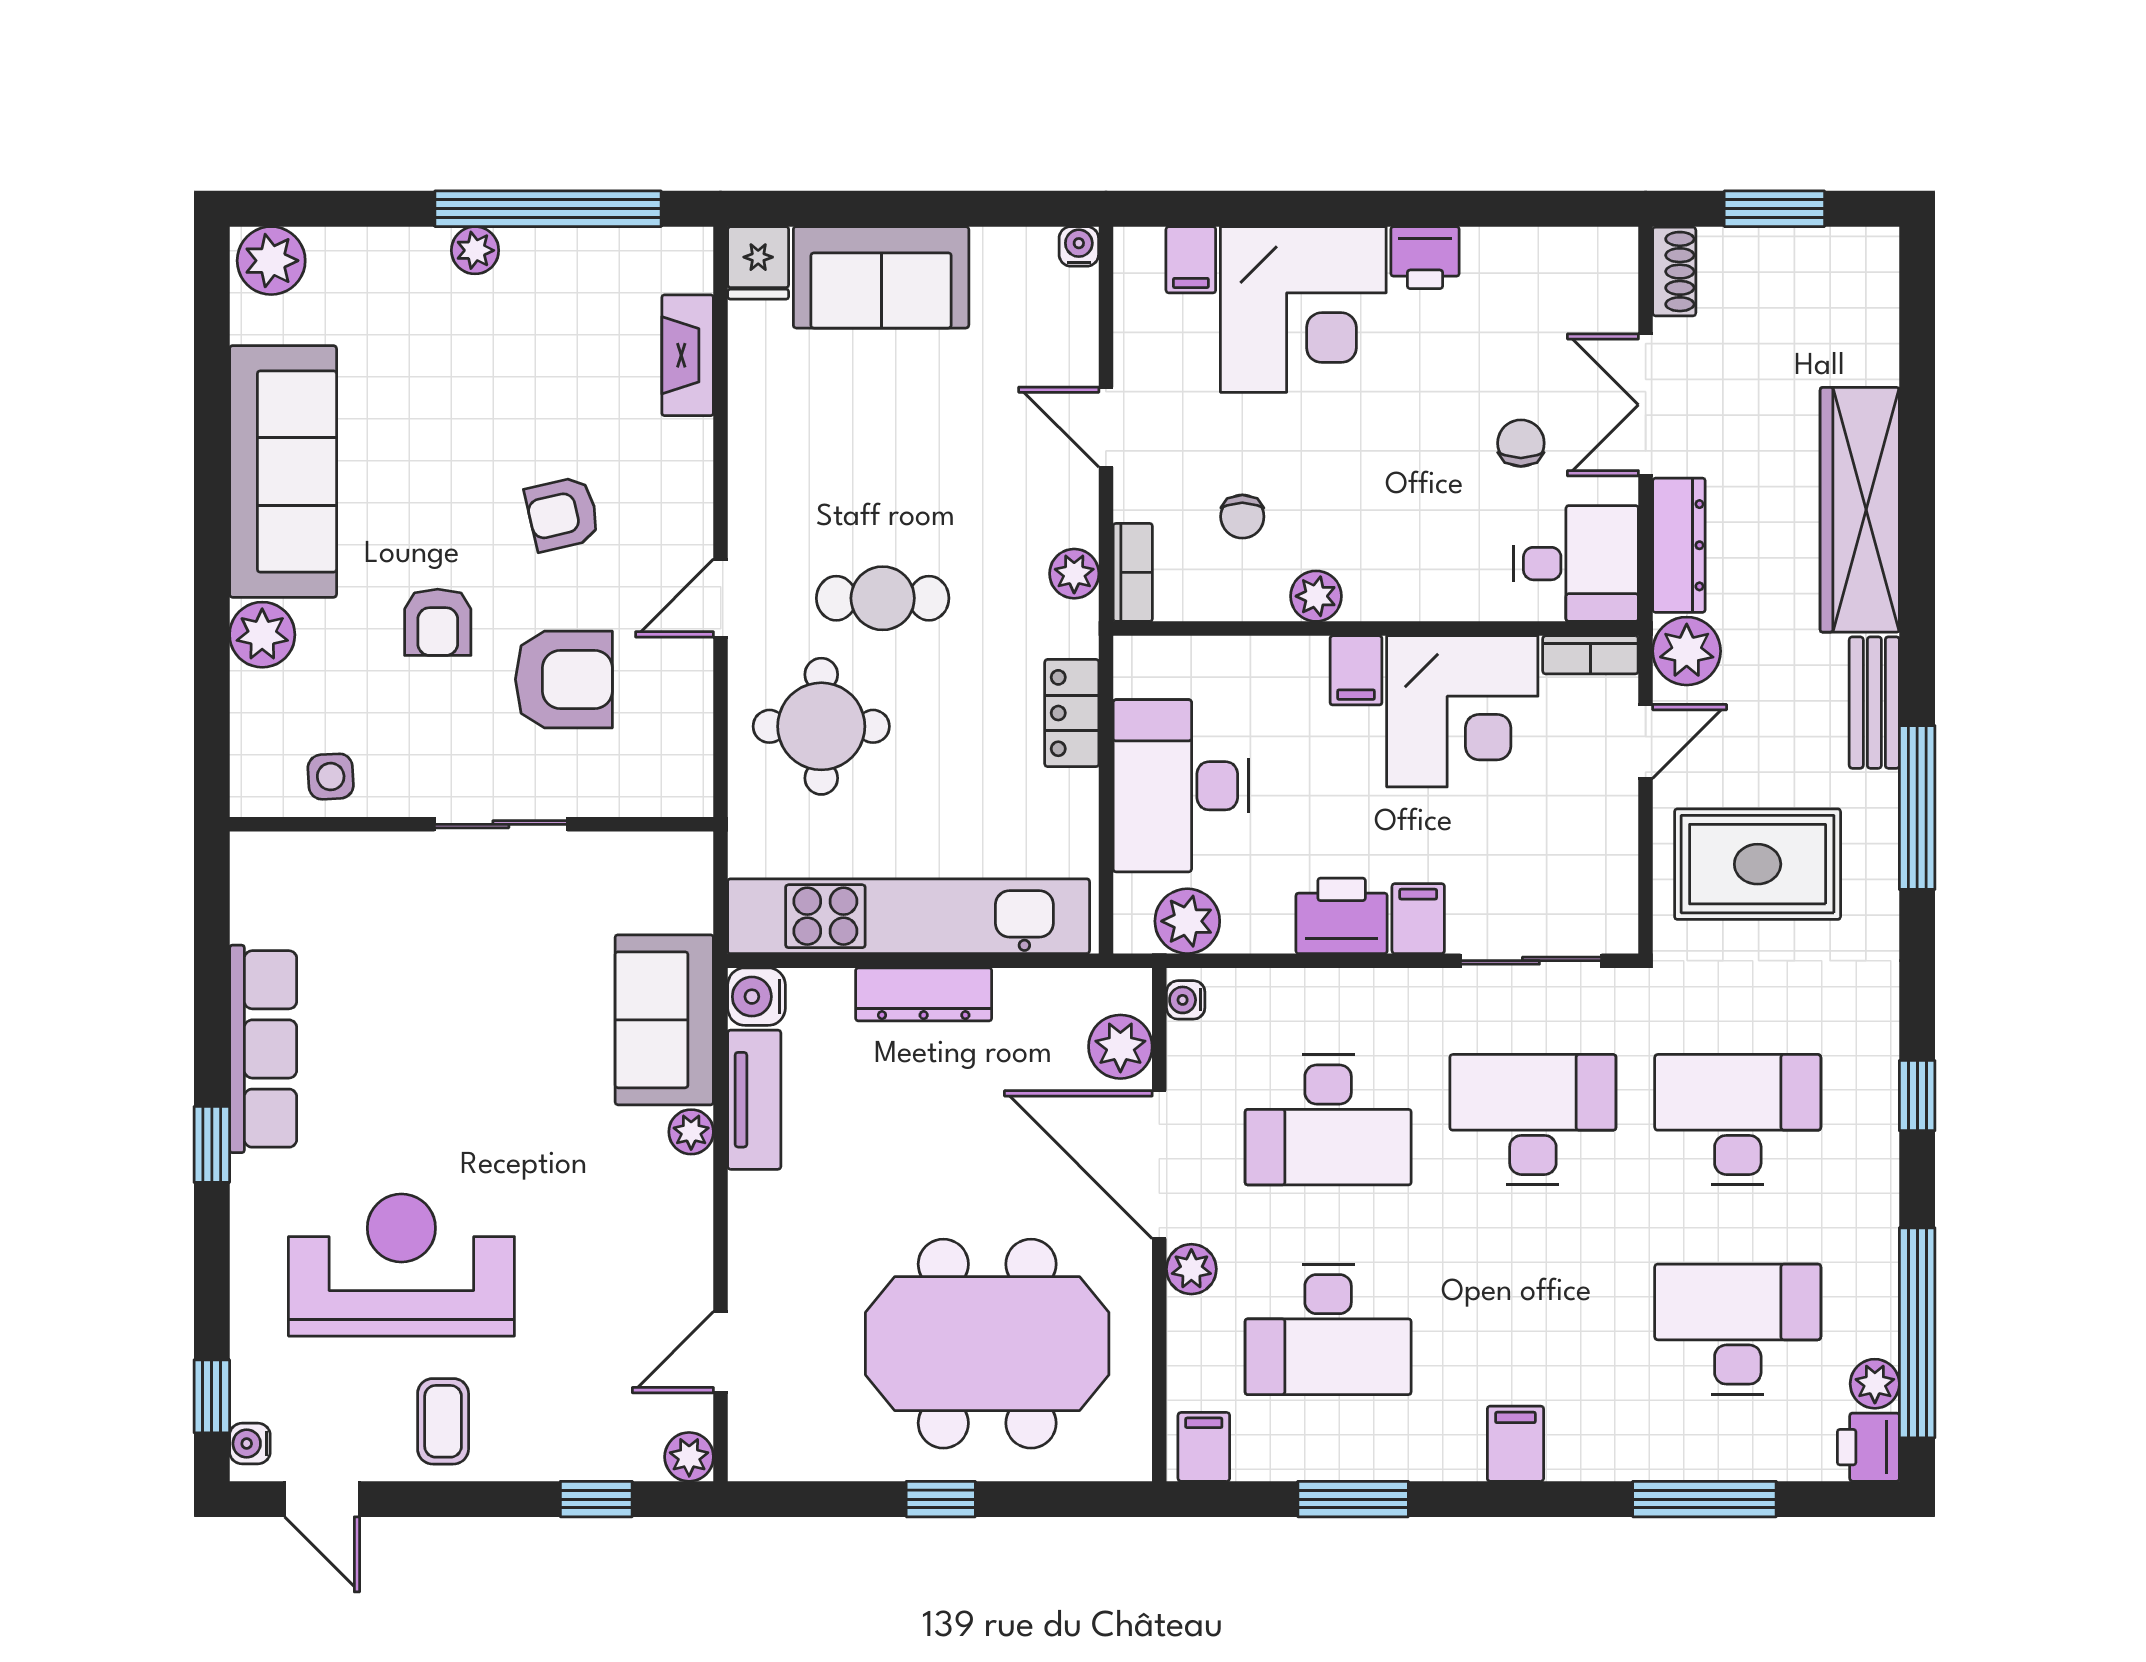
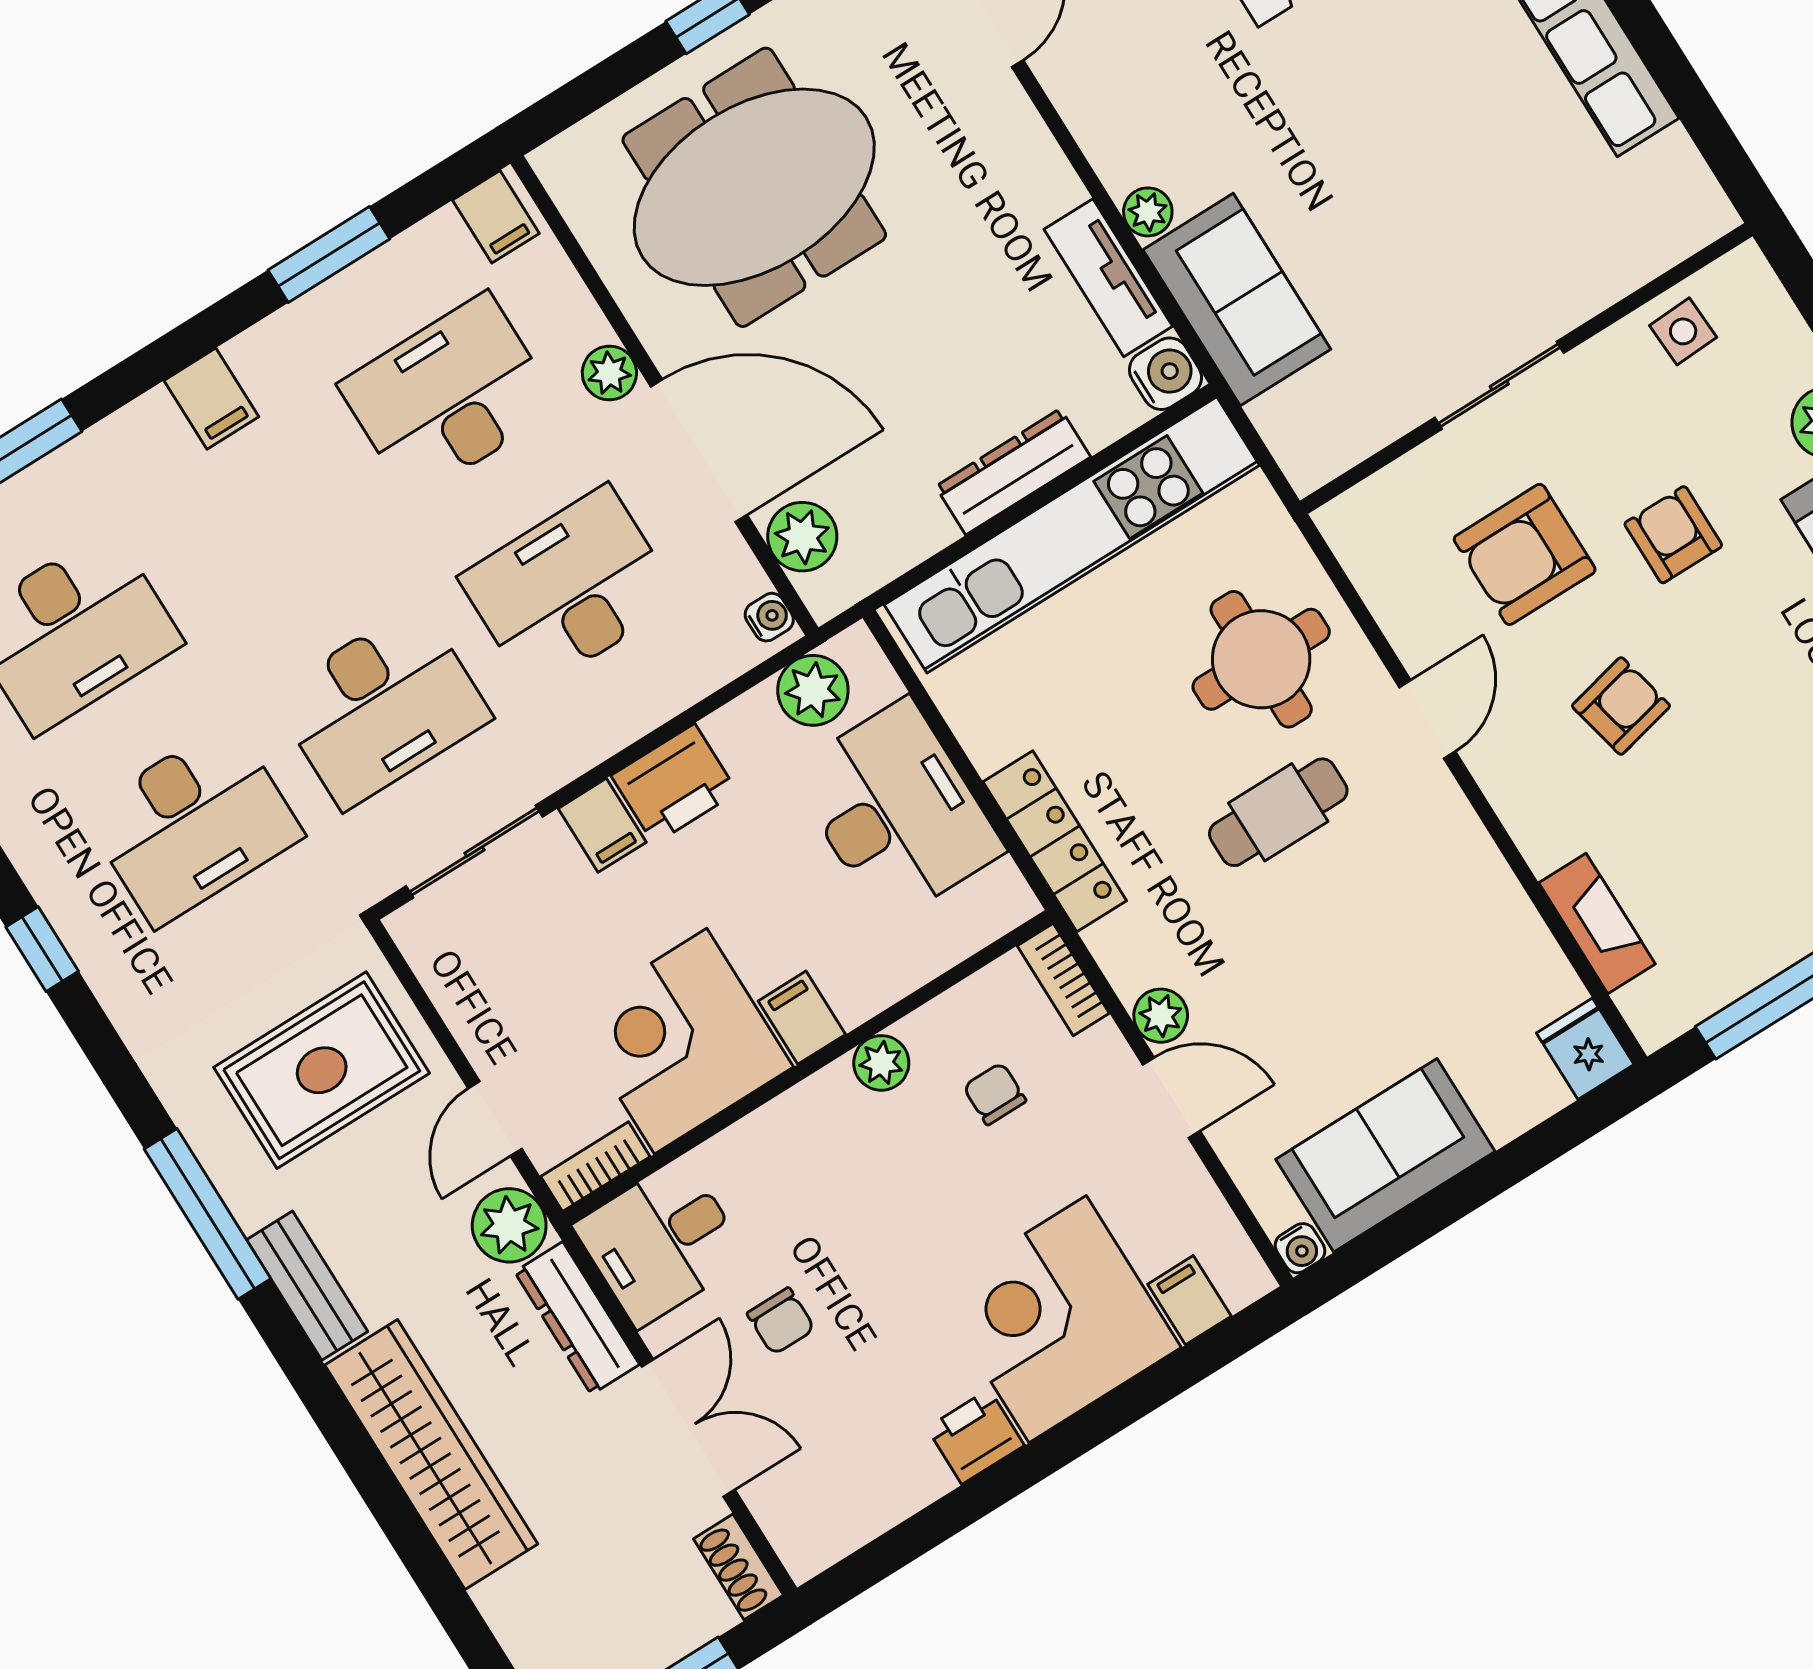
sofa: (881, 277) -> (1385, 1155), moved
plant: (1074, 574) -> (1161, 1016), moved
locker: (1072, 713) -> (1055, 841), width x1.53

